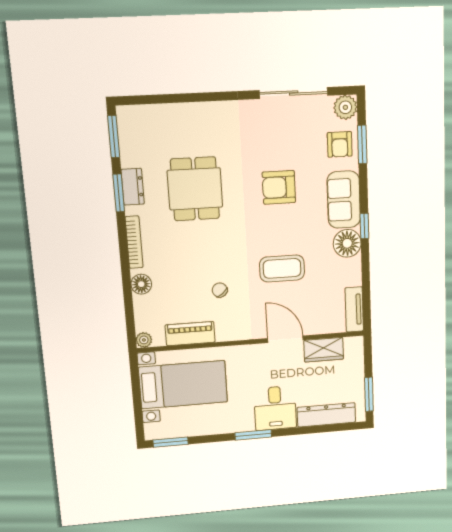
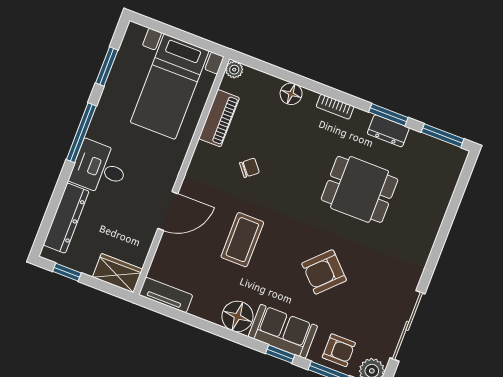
armchair: (340, 144) -> (339, 350), turned 180
armchair: (279, 187) -> (324, 272), turned -135
window: (364, 226) -> (280, 354), moved
bookcase: (134, 242) -> (335, 107), width x0.64
wardrobe: (324, 350) -> (117, 273), moved, turned 90
window: (369, 394) -> (67, 272), width x0.67
window: (253, 435) -> (81, 133), width x1.44
window: (171, 442) -> (107, 66), moved

